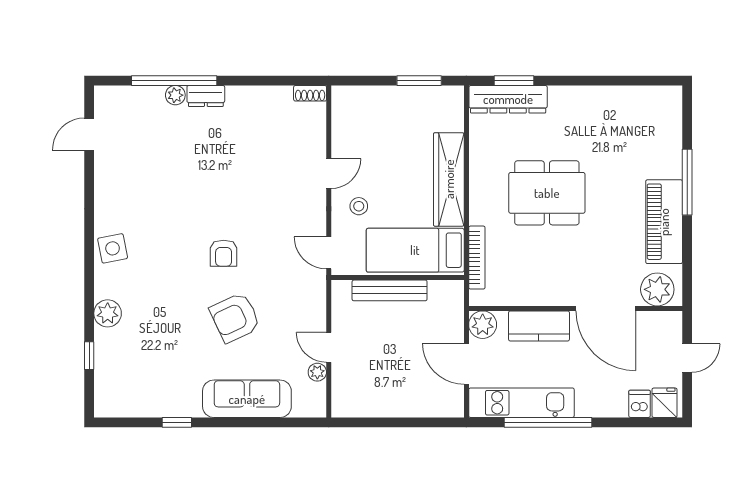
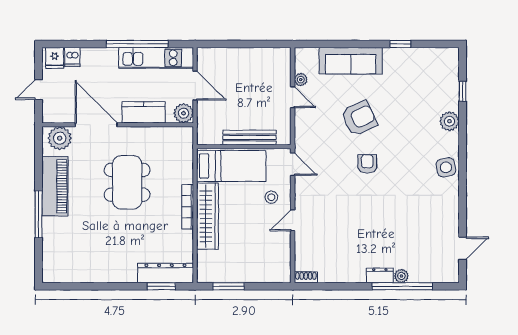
dining table: (547, 193) -> (127, 182), moved, turned 90
bookcase: (477, 258) -> (188, 207), moved

